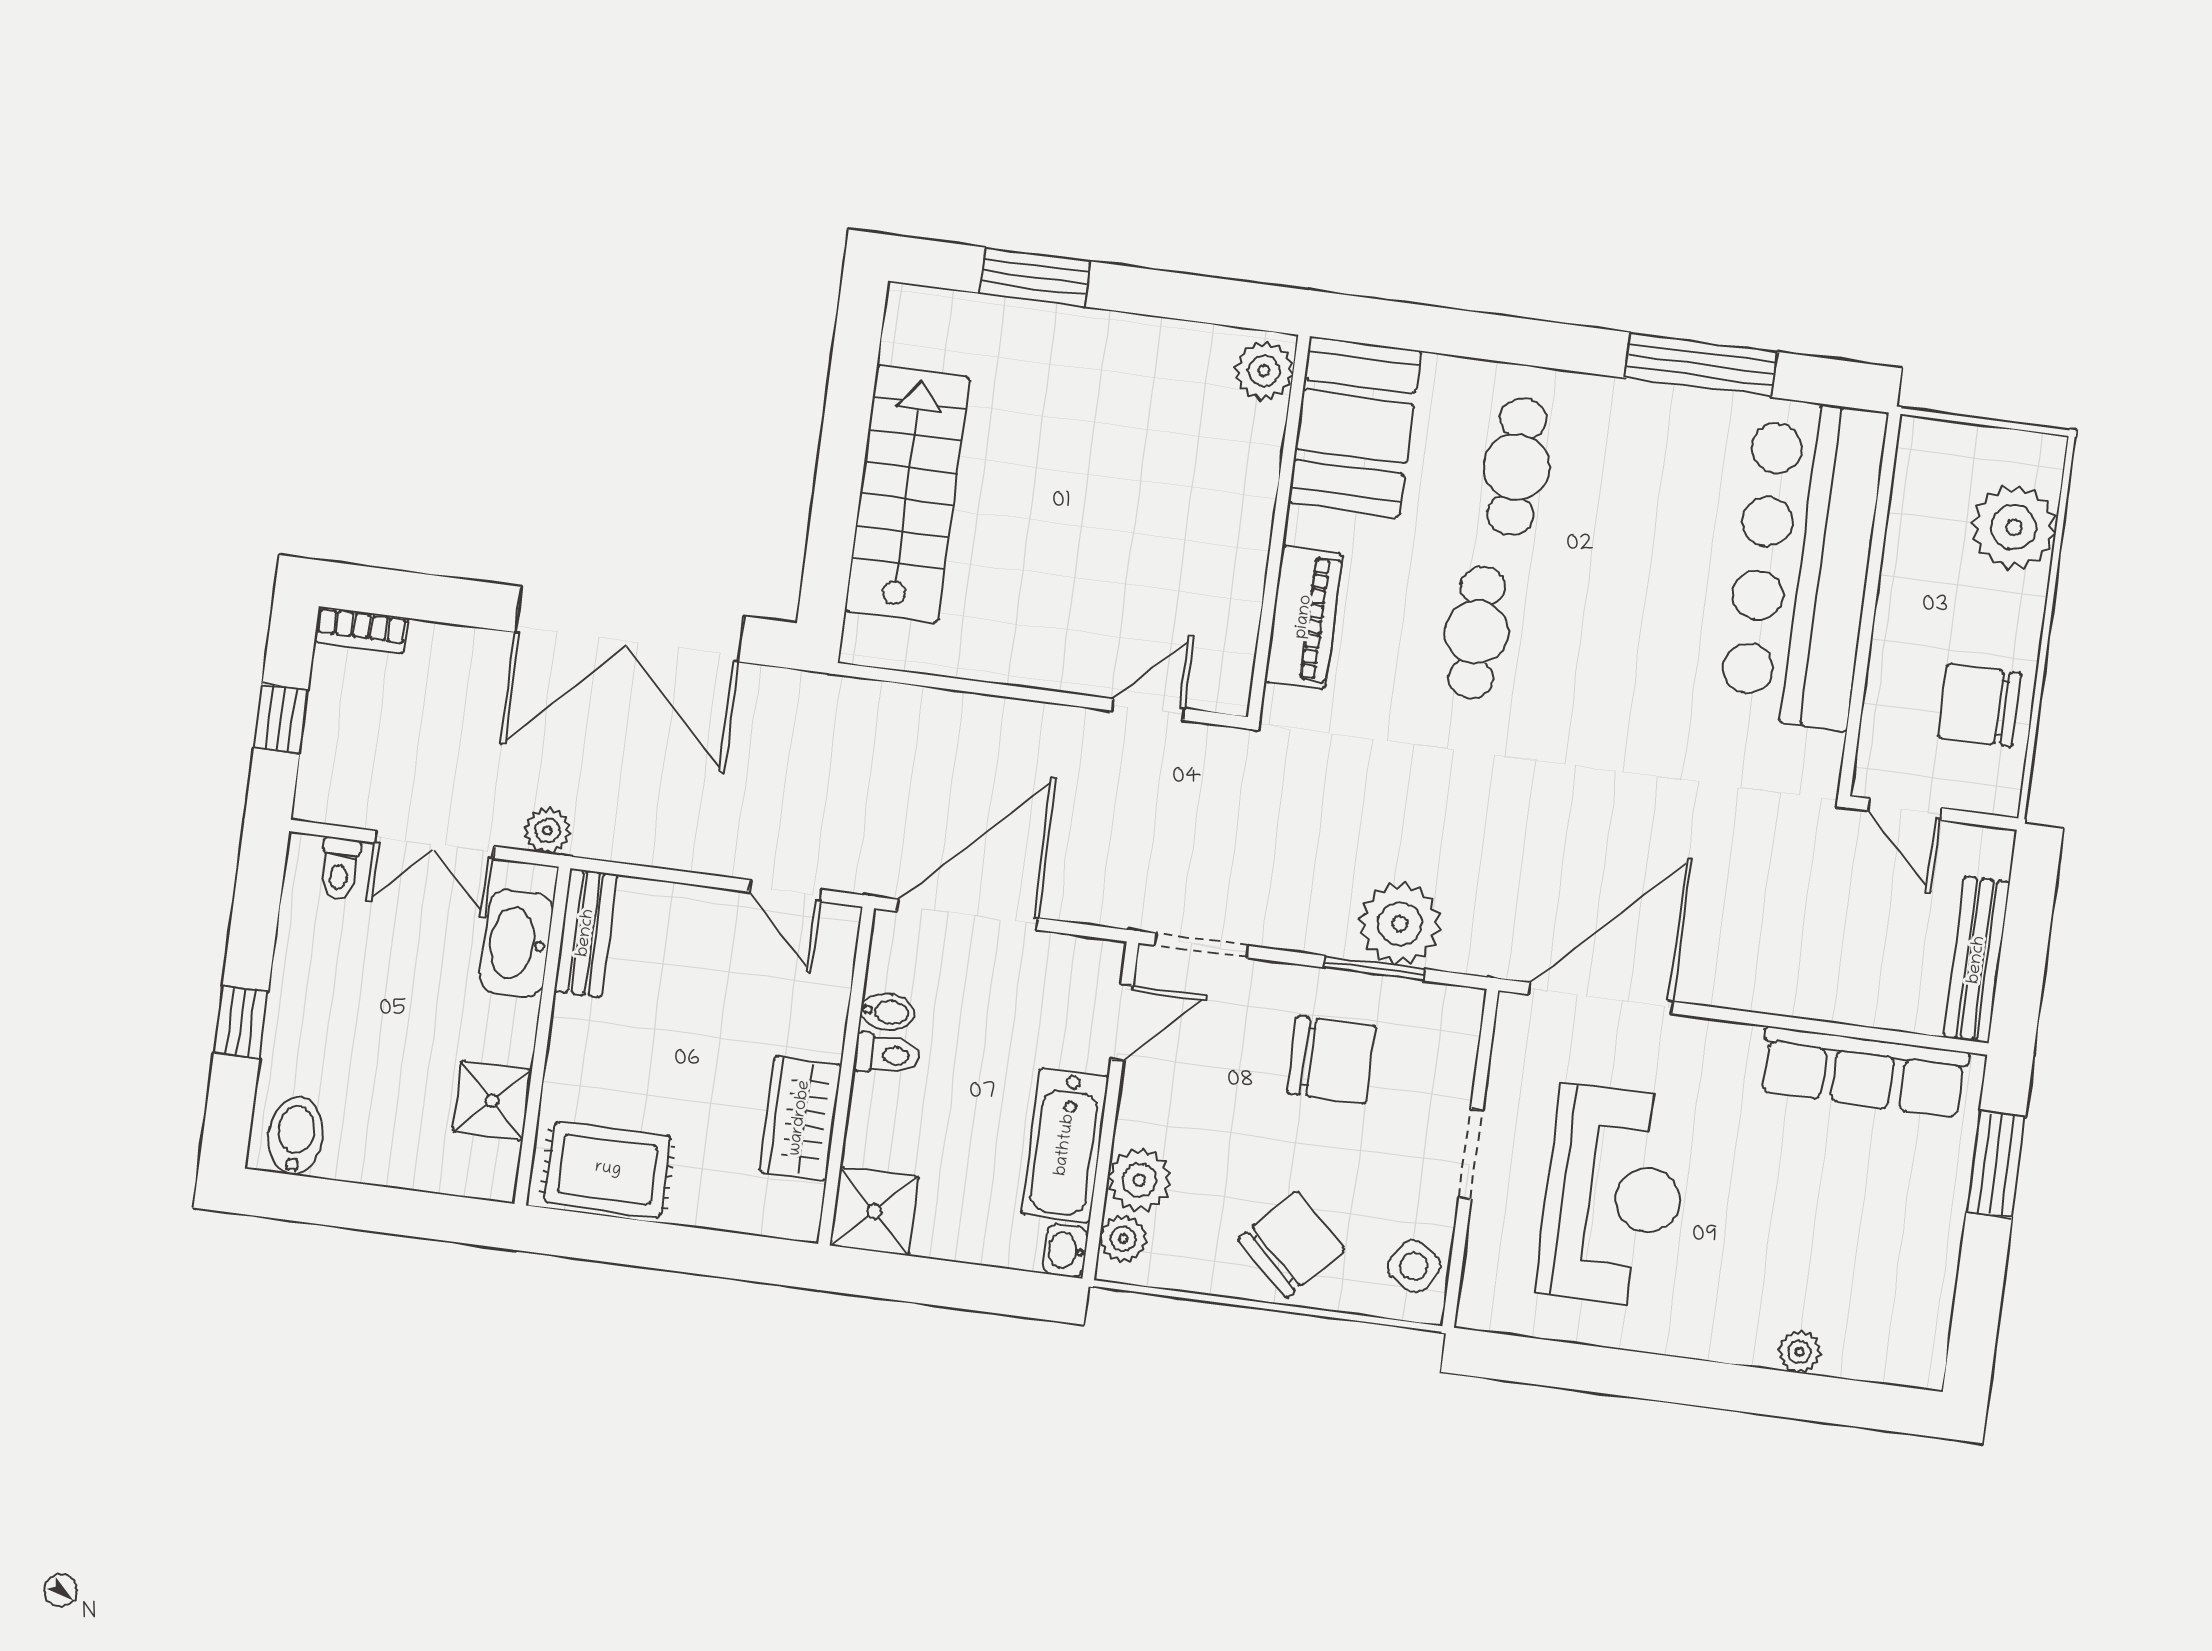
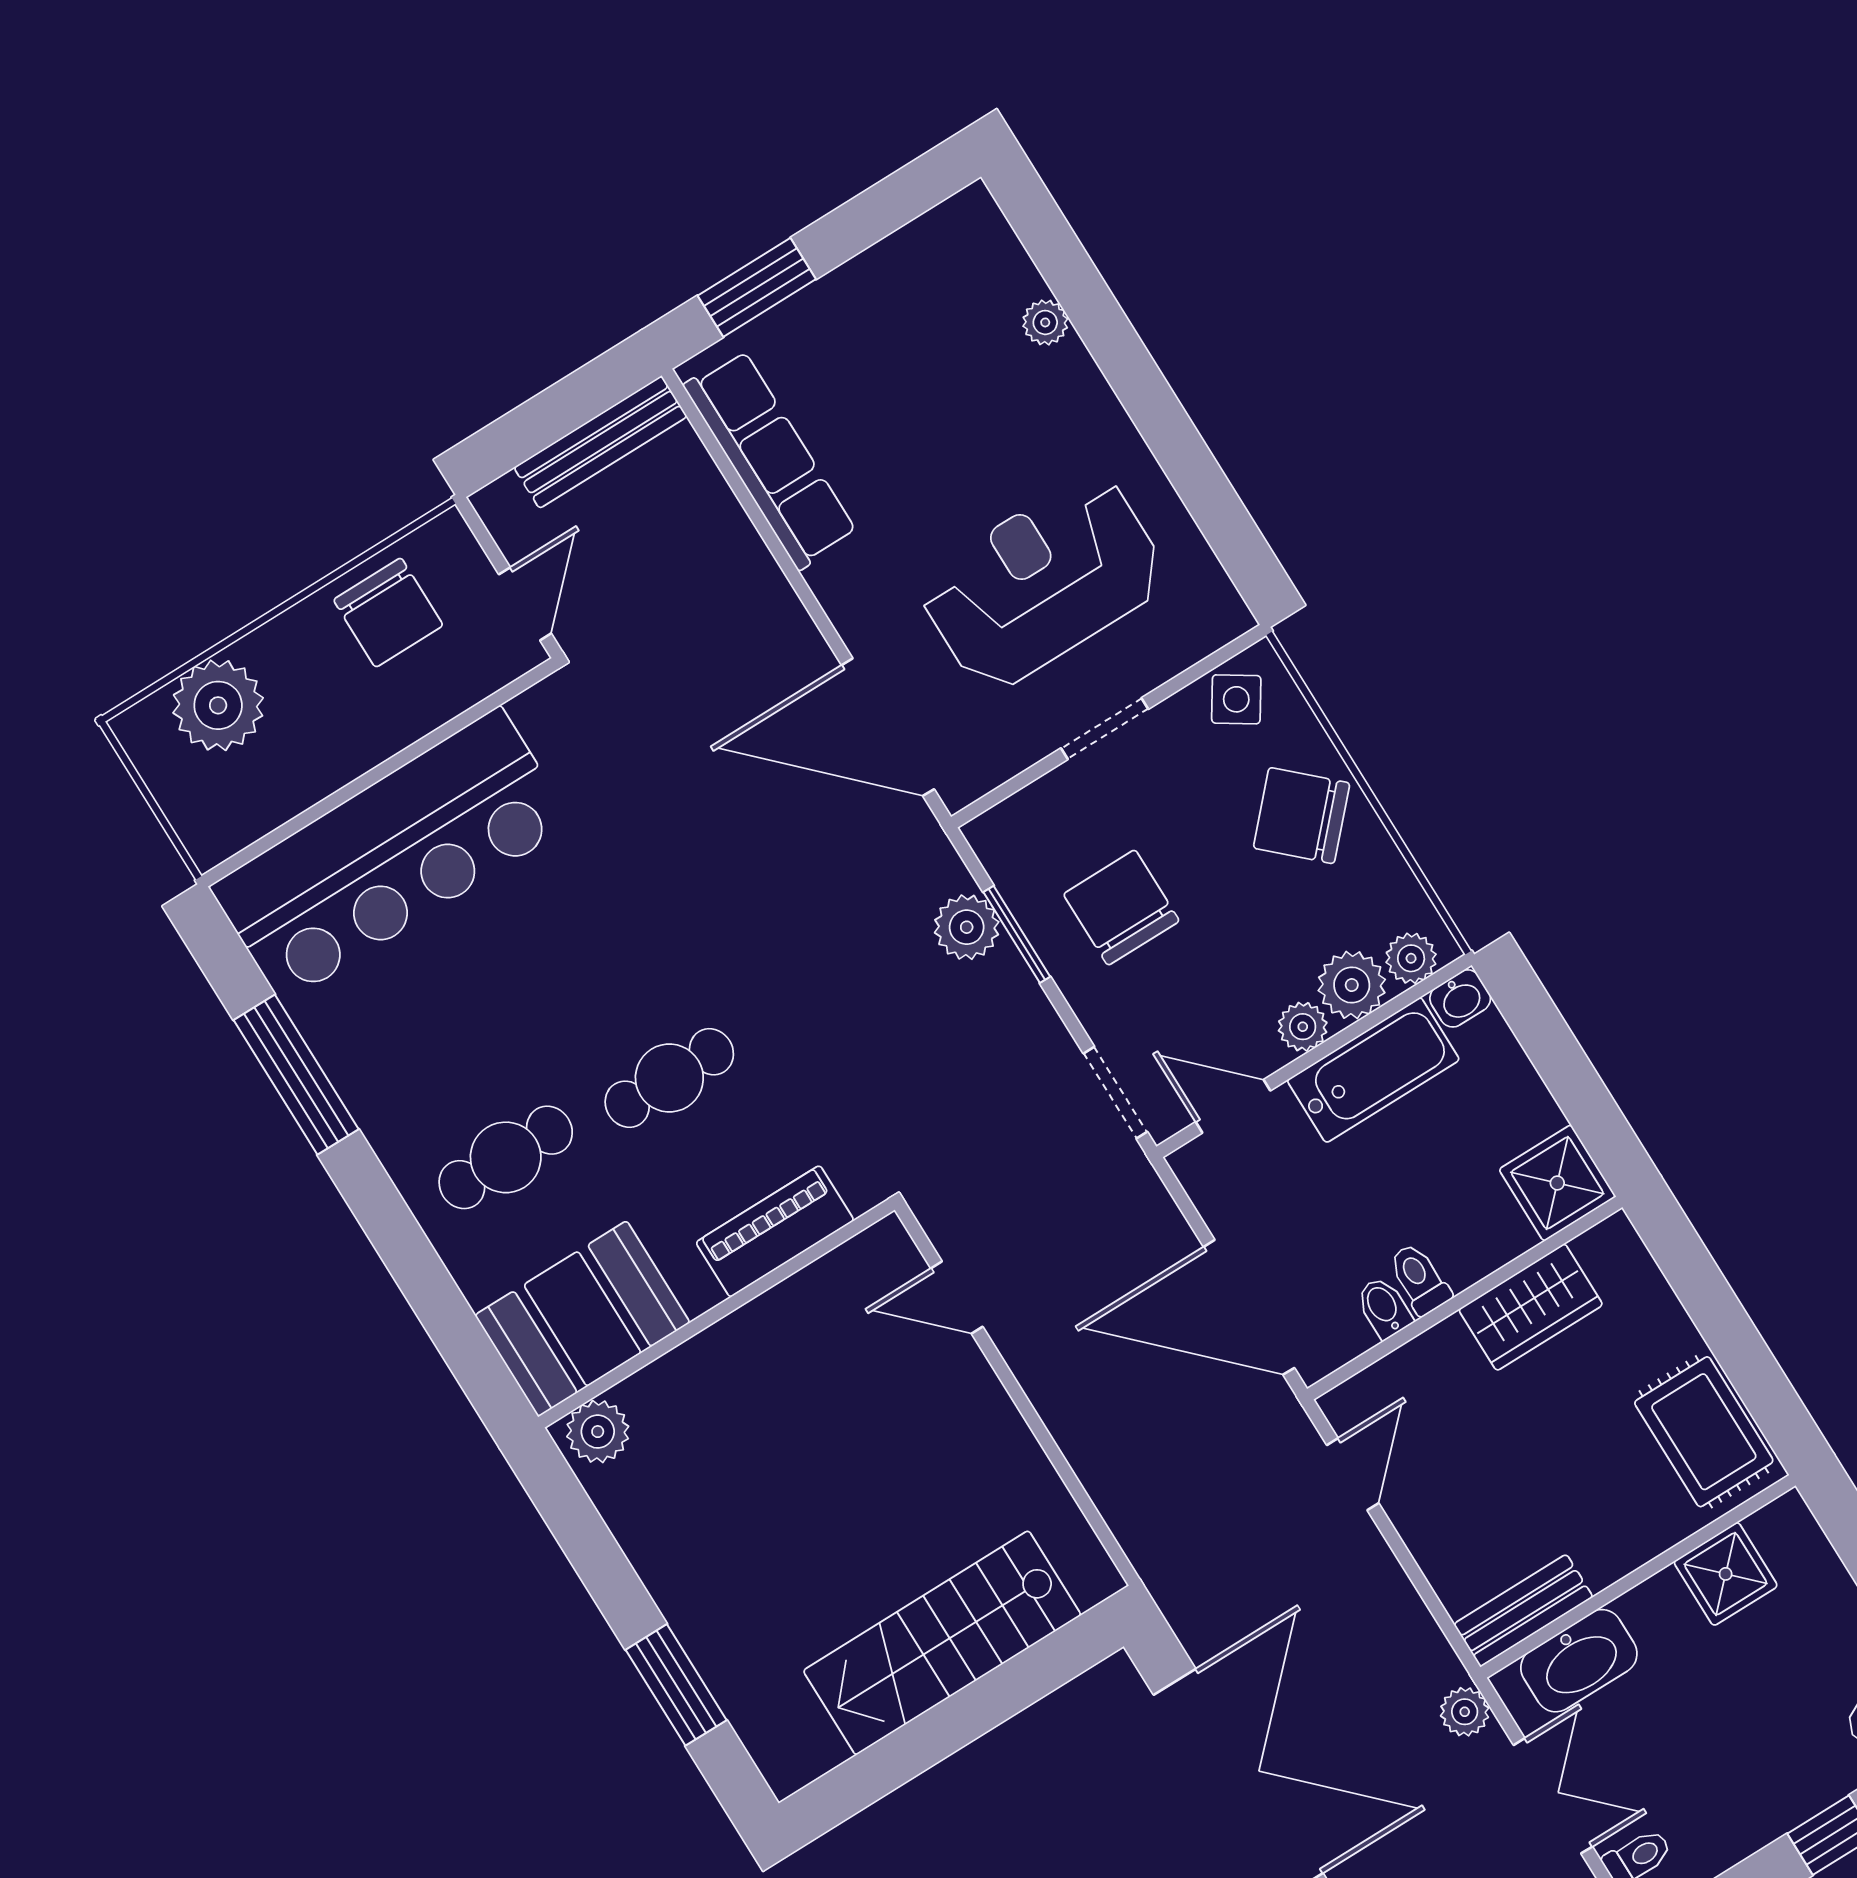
plant: (1400, 924) -> (967, 927), width x0.73, depth x0.73
plant: (1138, 1120) -> (1303, 1027), added

